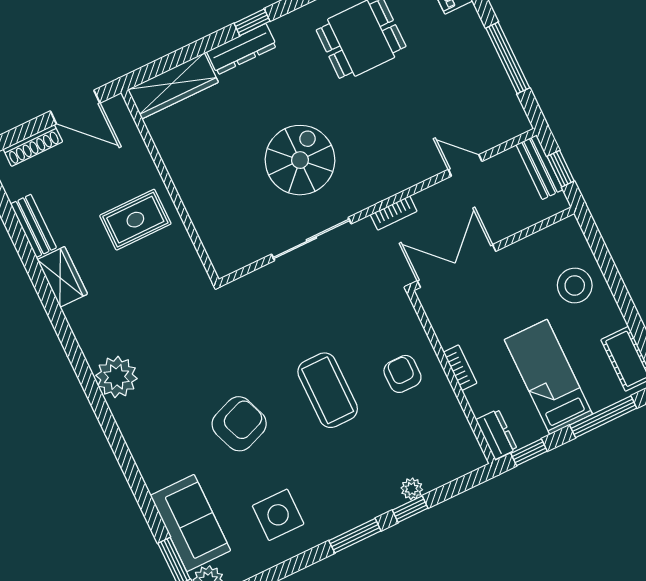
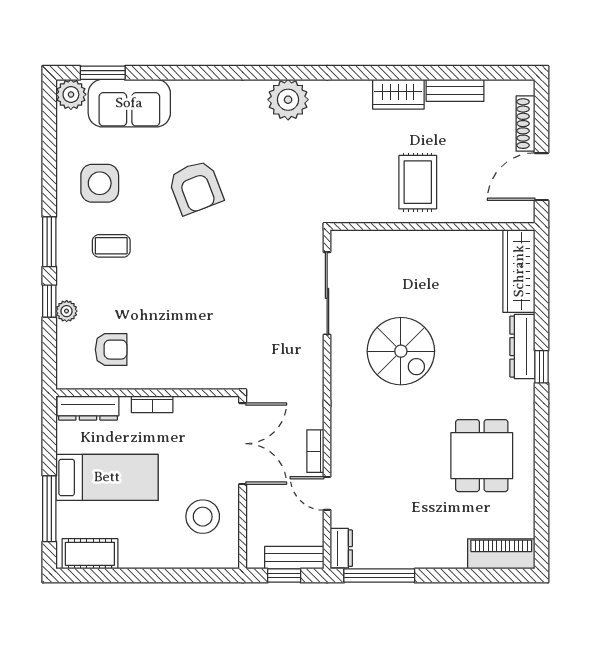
window: (508, 58) -> (379, 576), moved
dresser: (510, 128) -> (341, 548), added
door: (465, 165) -> (327, 493), swing flipped
bookcase: (394, 213) -> (315, 451), moved
sliding door: (311, 239) -> (327, 293), moved
stool: (575, 285) -> (203, 517), moved
armchair: (402, 374) -> (111, 350), moved
coffee table: (328, 390) -> (111, 246), moved, width x0.54, depth x0.58
dresser: (497, 434) -> (88, 408), width x1.44
window: (529, 452) -> (49, 429), removed

